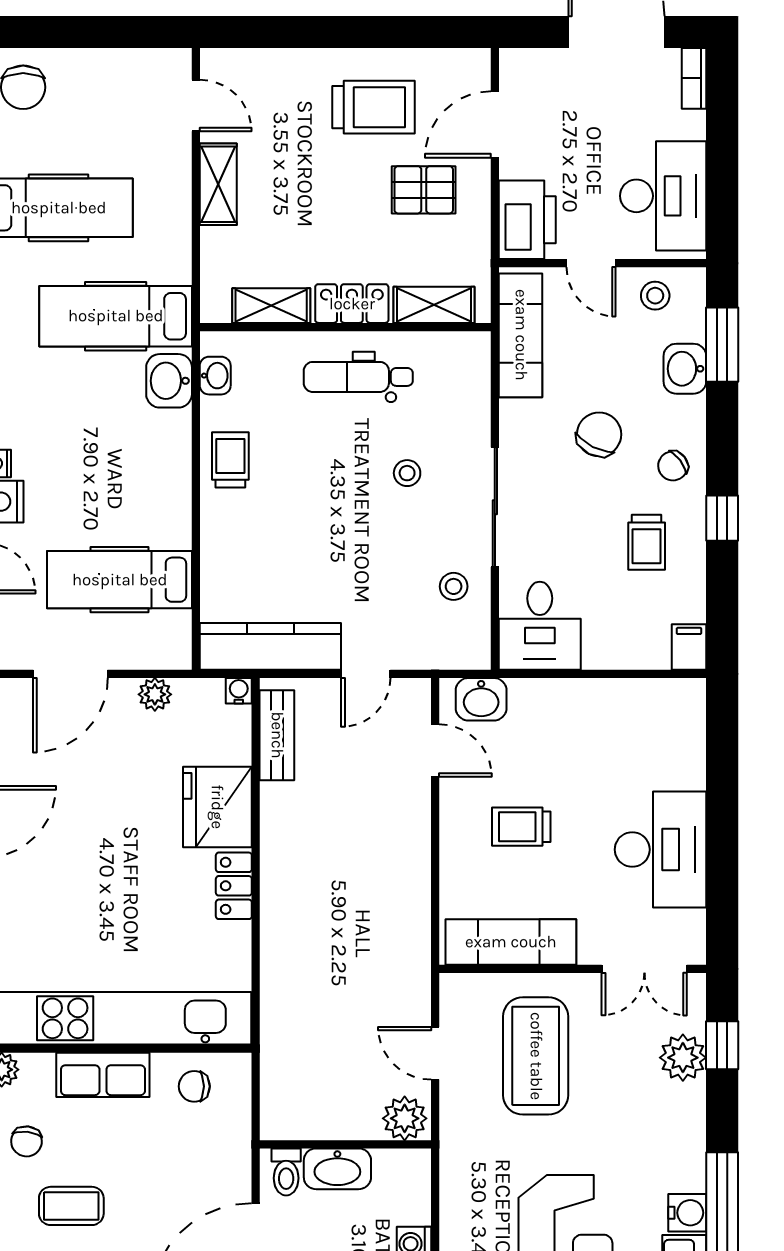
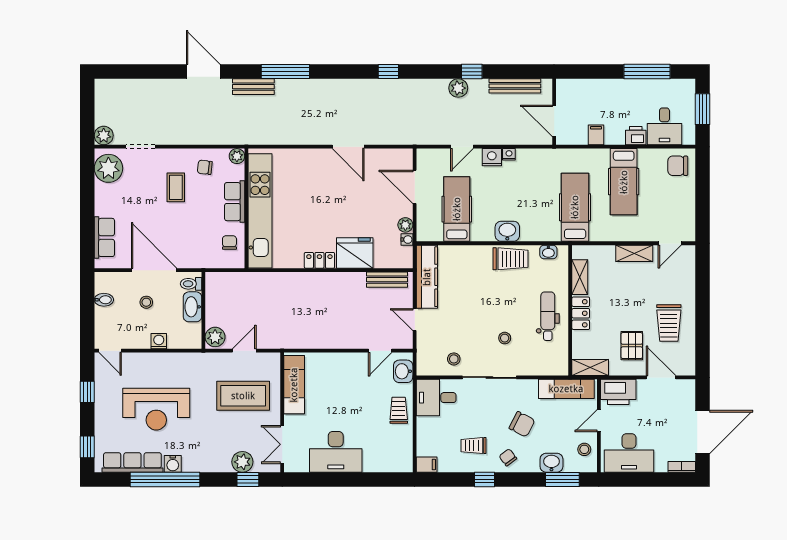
shelving: (434, 305) -> (590, 367), moved, turned 90
washbasin: (169, 381) -> (507, 231), moved
trolley: (230, 460) -> (511, 259), width x1.36, depth x1.39
water cooler: (239, 691) -> (407, 240), moved
trolley: (521, 827) -> (399, 410), moved

